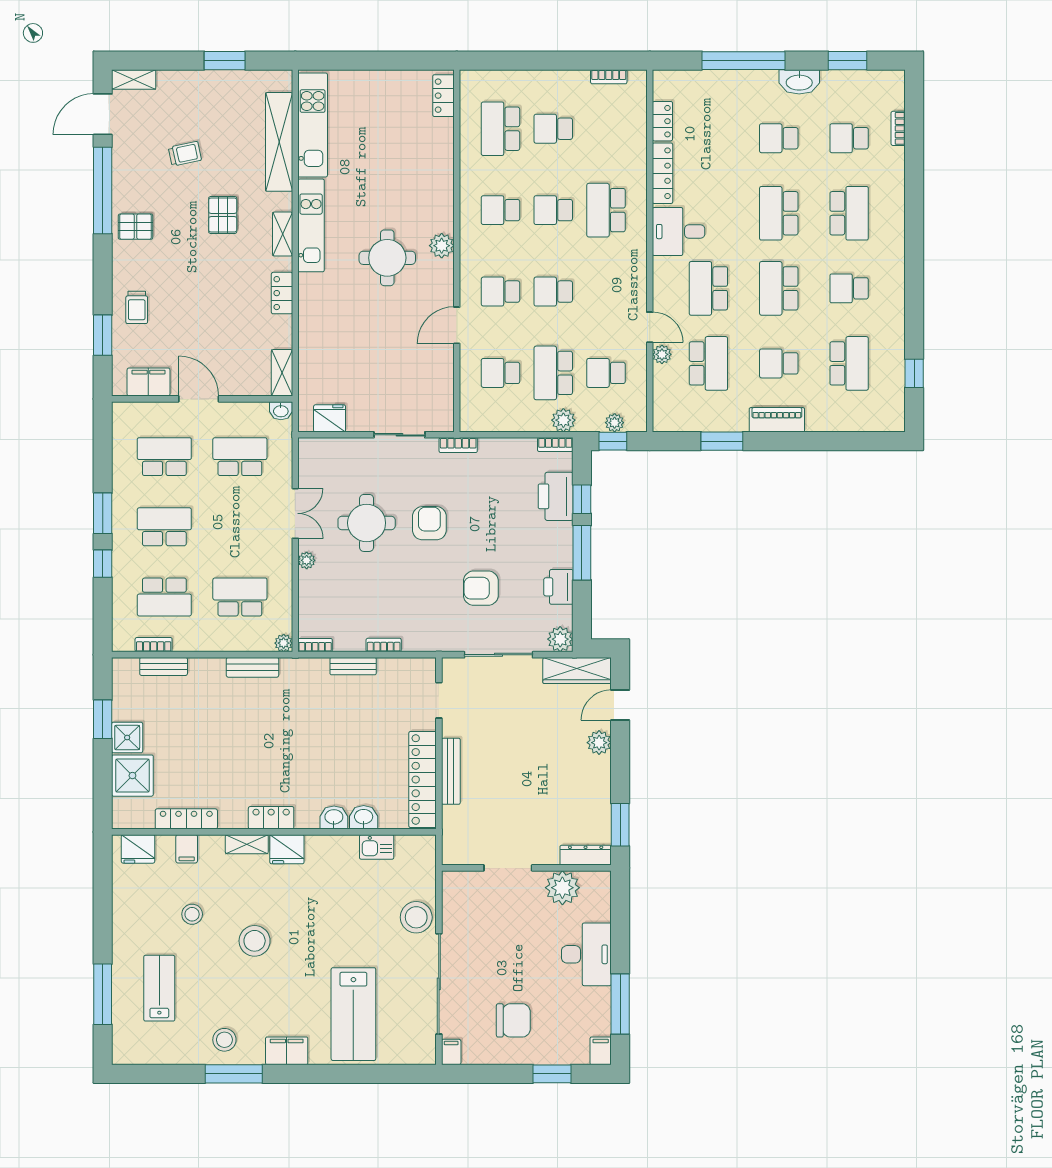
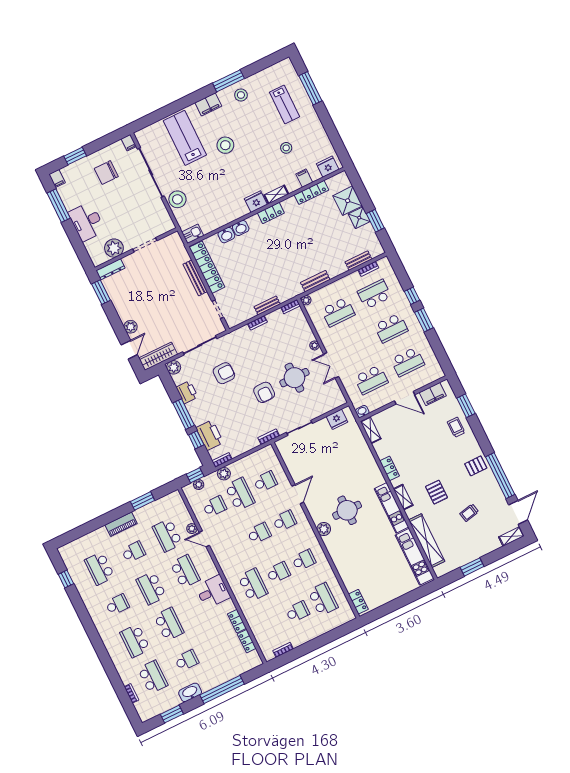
school desk: (849, 138) -> (153, 677), width x1.85
locker: (662, 173) -> (237, 621), width x0.66
school desk: (779, 288) -> (151, 588), turned 180
kitchen sink: (377, 847) -> (193, 234), moved
stool: (255, 941) -> (225, 145), moved

